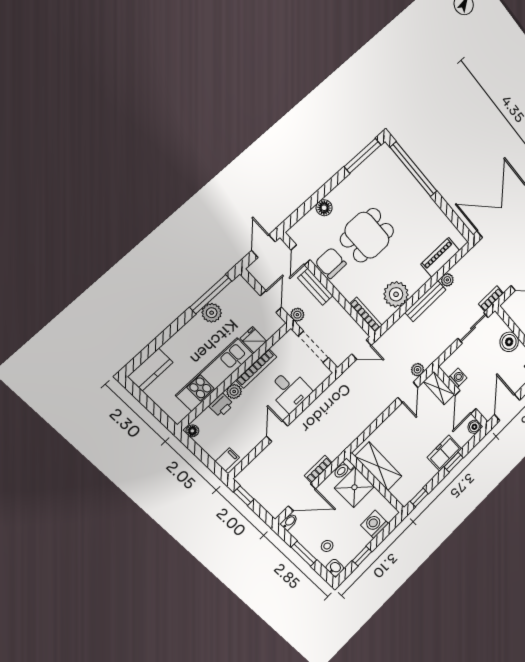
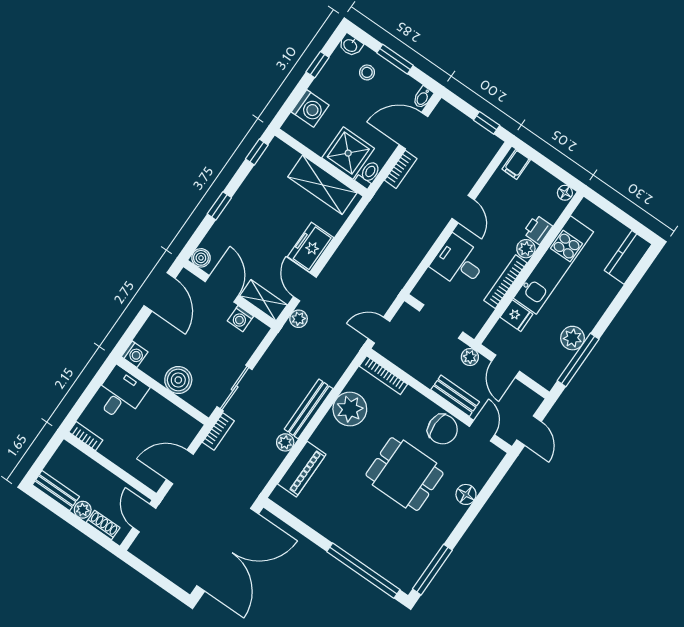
dining table: (367, 235) -> (405, 474), turned 90
freezer: (444, 453) -> (311, 247), moved, turned 180

